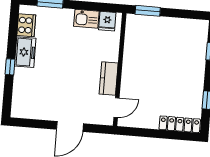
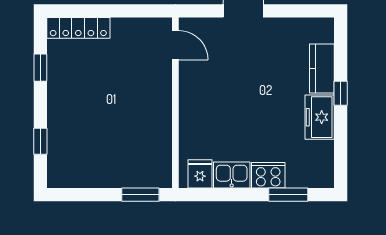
cooker: (26, 25) -> (268, 175), moved, turned 90
kitchen counter: (109, 78) -> (322, 69), moved, turned 180
door: (117, 108) -> (175, 45), swing flipped

